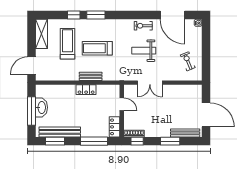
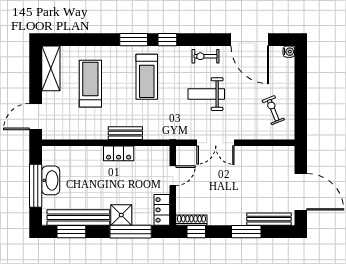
window: (74, 15) -> (167, 40), moved
treadmill: (97, 48) -> (147, 77), moved, turned -90
door: (122, 104) -> (173, 176), hinge flipped
shower: (88, 130) -> (121, 215), added

